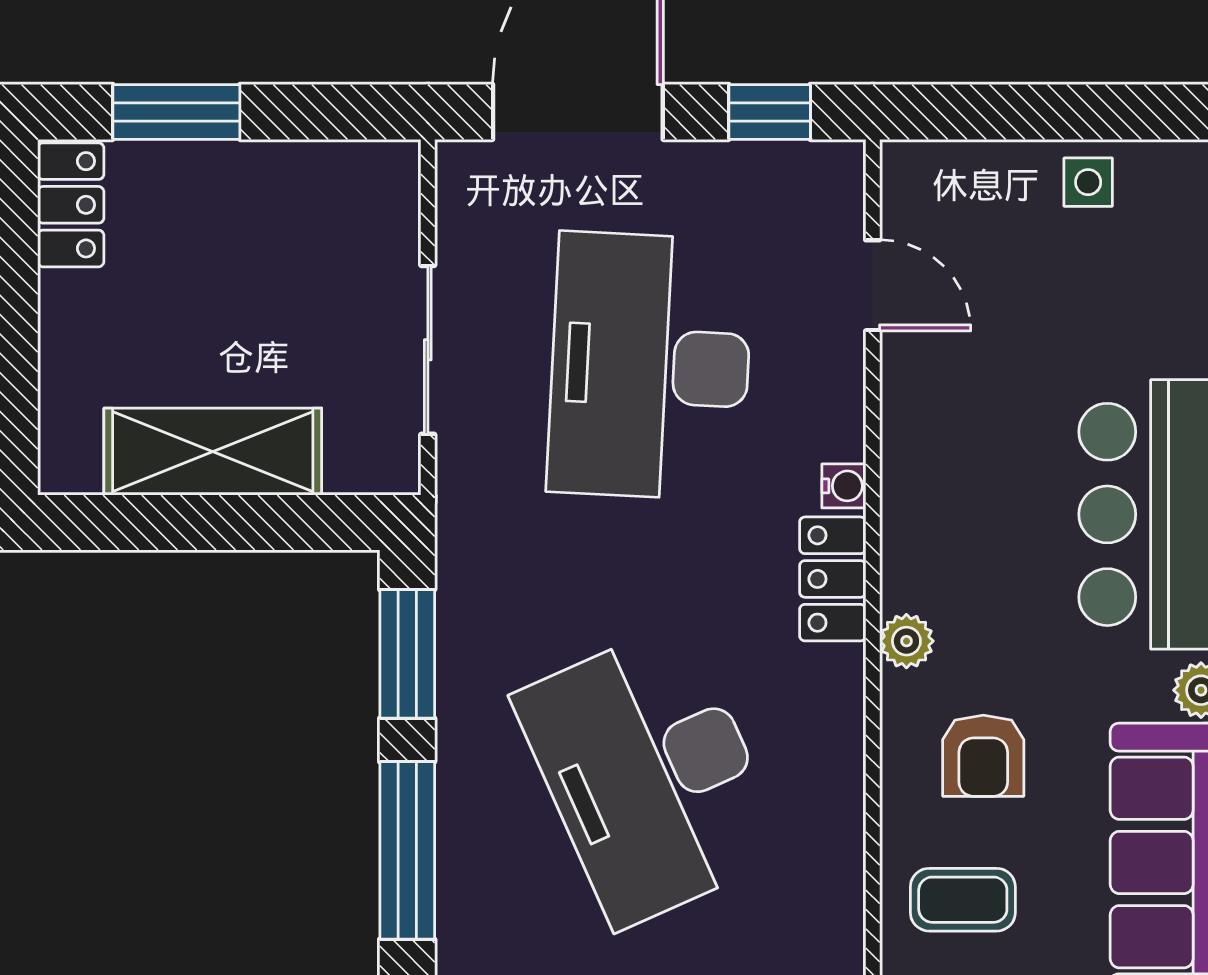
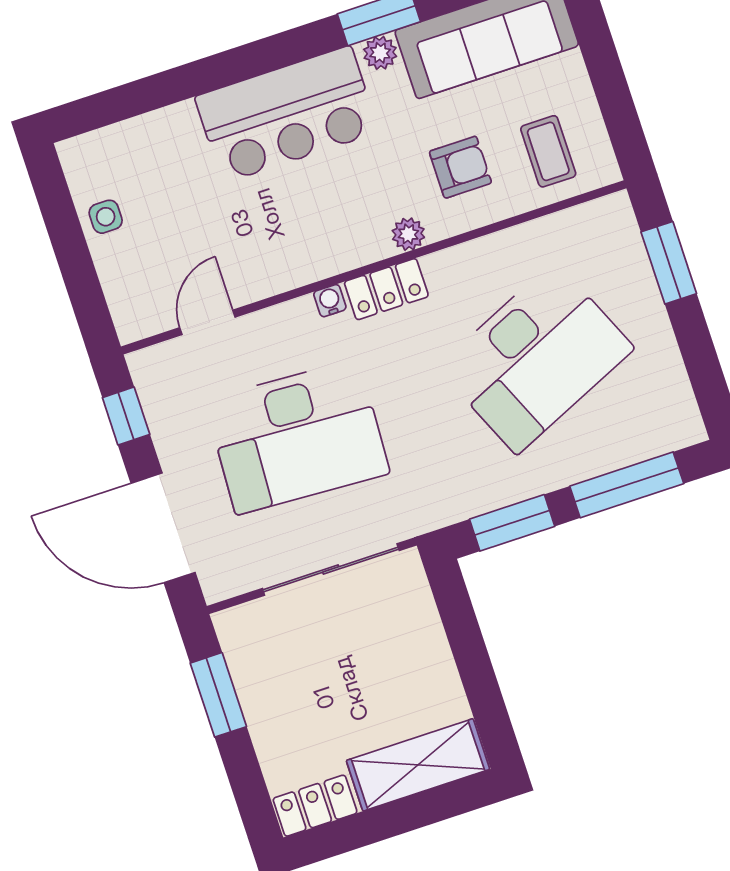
window: (176, 112) -> (218, 695), moved
sliding door: (428, 350) -> (331, 569), width x1.37
shelving: (213, 452) -> (418, 765), moved, turned 90

